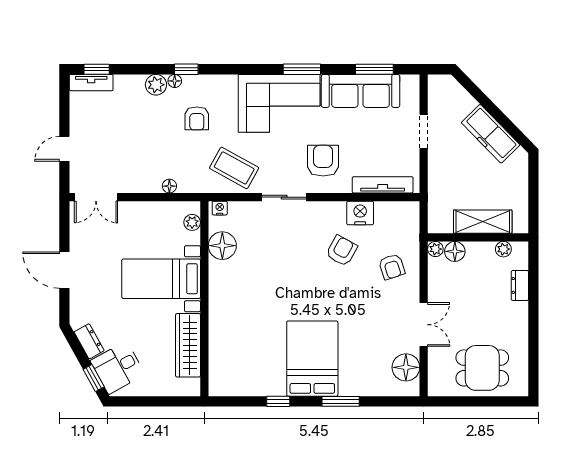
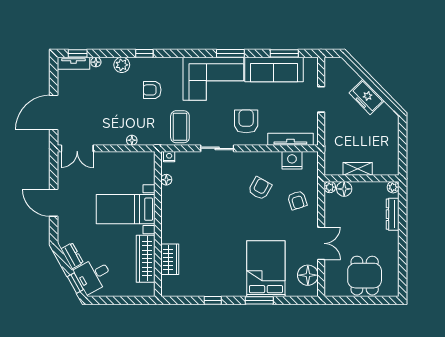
floor lamp: (175, 81) -> (96, 62), moved
armchair: (197, 118) -> (152, 90), turned 90
freezer: (491, 134) -> (367, 97), width x0.71
door: (64, 149) -> (54, 113), width x1.87
coffee table: (234, 168) -> (180, 127), turned 61
nightstand: (360, 213) -> (292, 160), moved
plant: (192, 222) -> (149, 167), removed
shelving: (483, 222) -> (358, 169), width x0.67, depth x0.75
floor lamp: (222, 246) -> (166, 180), width x0.53, depth x0.53
plant: (503, 249) -> (393, 187), moved
dresser: (520, 285) -> (393, 214), width x1.44
wardrobe: (220, 346) -> (170, 259), added
bed: (312, 359) -> (266, 269), moved
dining table: (482, 368) -> (365, 276), turned 90

